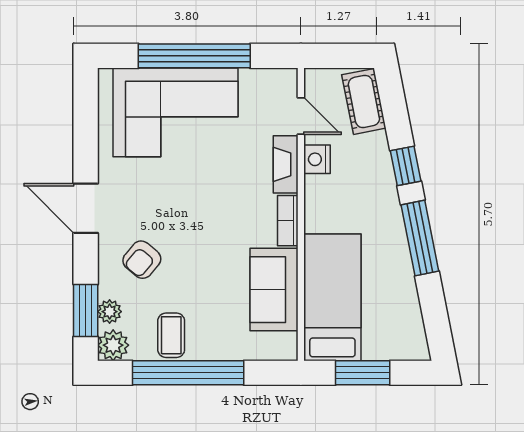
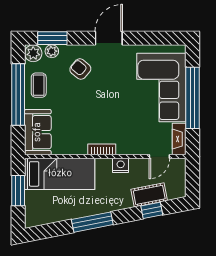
cot: (364, 101) -> (149, 195), moved
nightstand: (317, 159) -> (121, 165), moved
fireplace: (286, 164) -> (179, 139), moved, turned -90
window: (406, 166) -> (152, 210), moved
sofa: (274, 290) -> (38, 132), moved, turned 90
coffee table: (171, 335) -> (39, 85), turned 90

